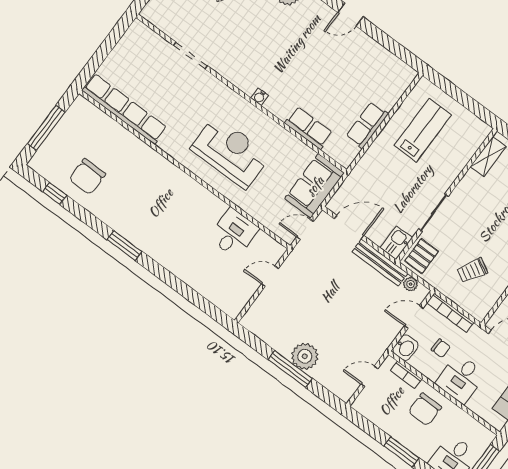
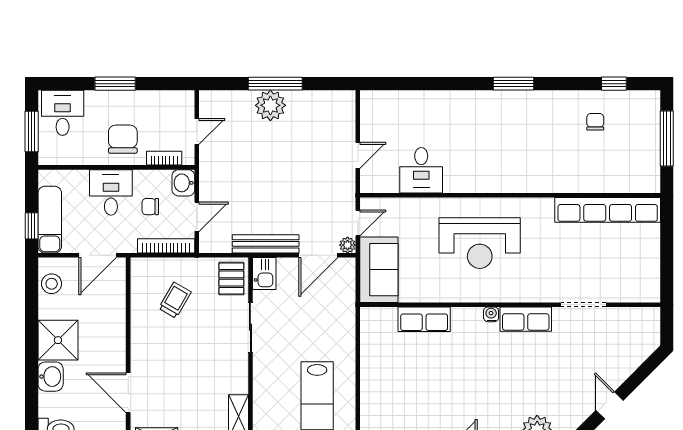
row of seats: (367, 125) -> (526, 319), moved, turned 90
chair: (87, 177) -> (595, 122), width x0.54, depth x0.54
plant: (411, 284) -> (348, 245), moved

